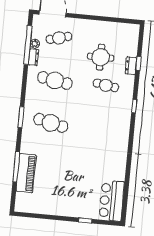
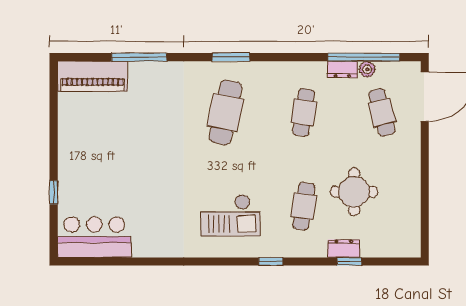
cafe table: (55, 80) -> (304, 112), width x0.73, depth x0.74
checkout: (107, 126) -> (231, 215), added
piano: (26, 173) -> (93, 76), moved

